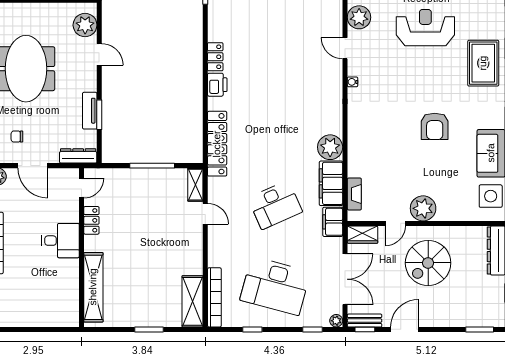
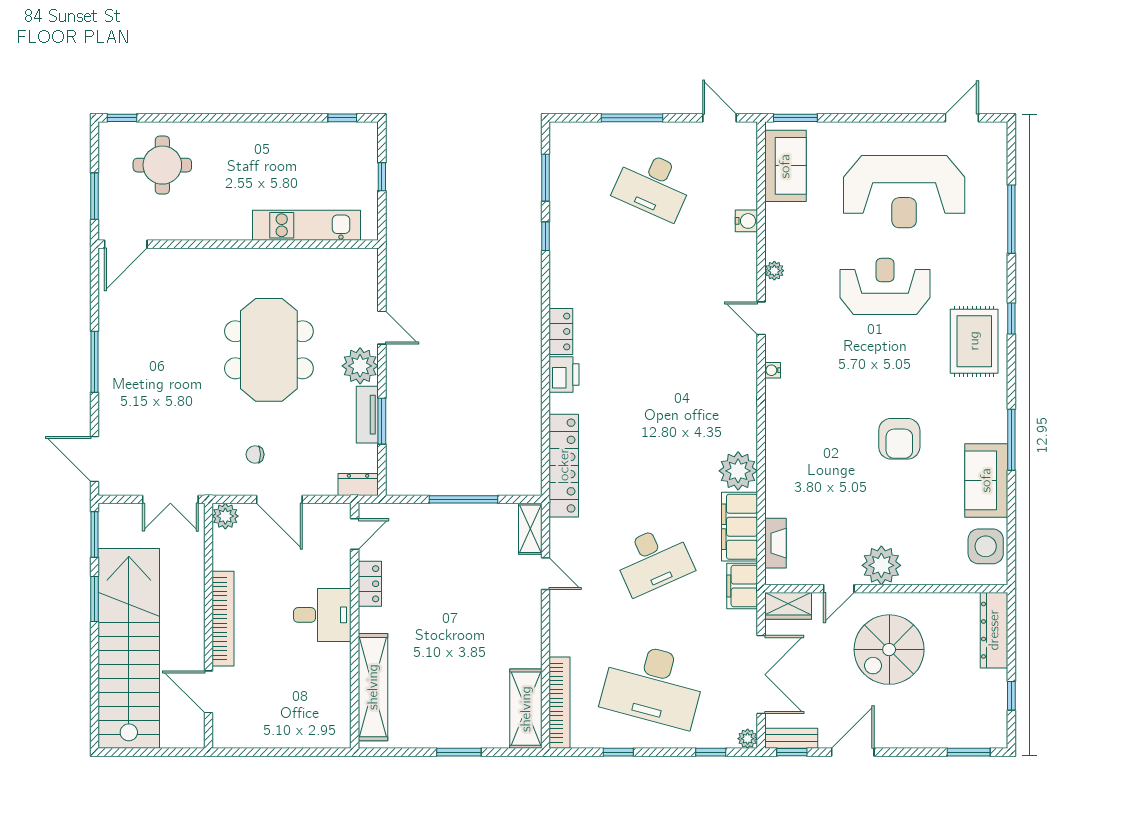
plant: (359, 17) -> (774, 271), width x0.53, depth x0.53
plant: (85, 25) -> (360, 366), moved
dresser: (78, 156) -> (358, 484), width x0.70

